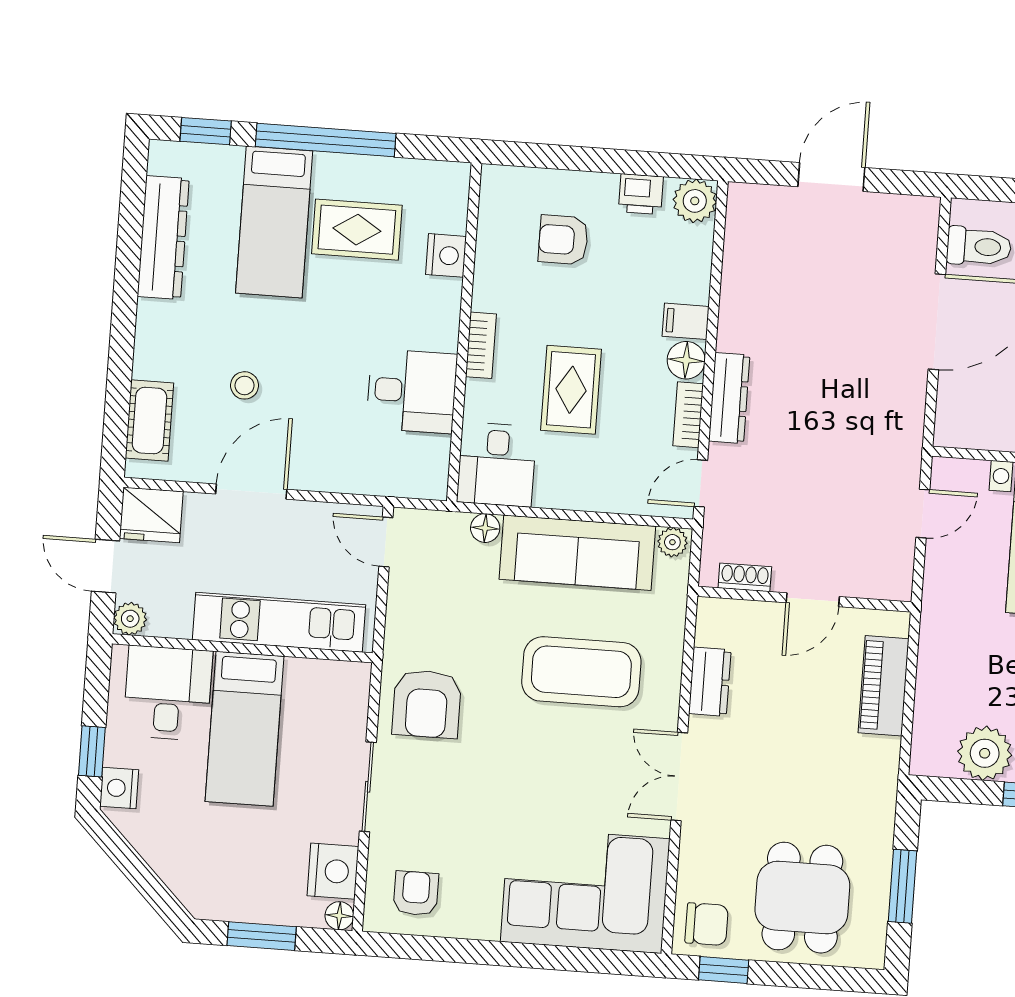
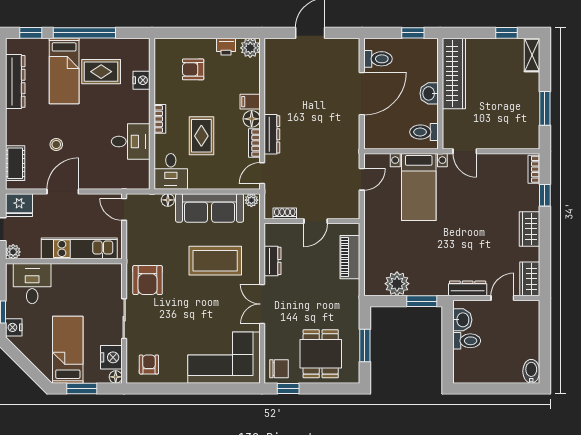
bed: (244, 729) -> (68, 350), moved, turned 180

